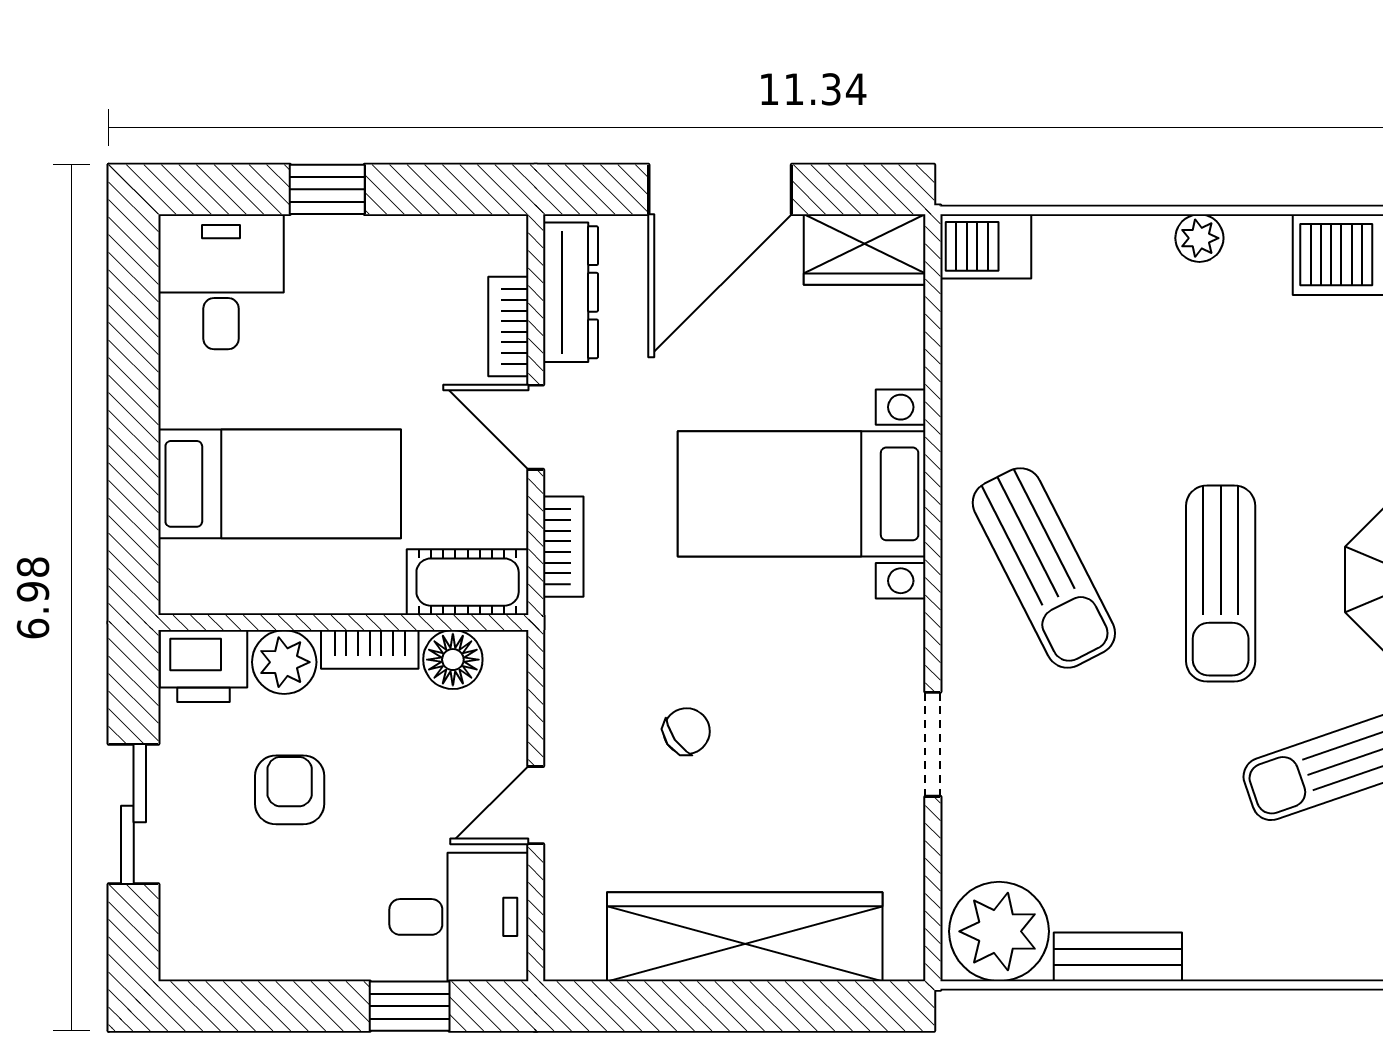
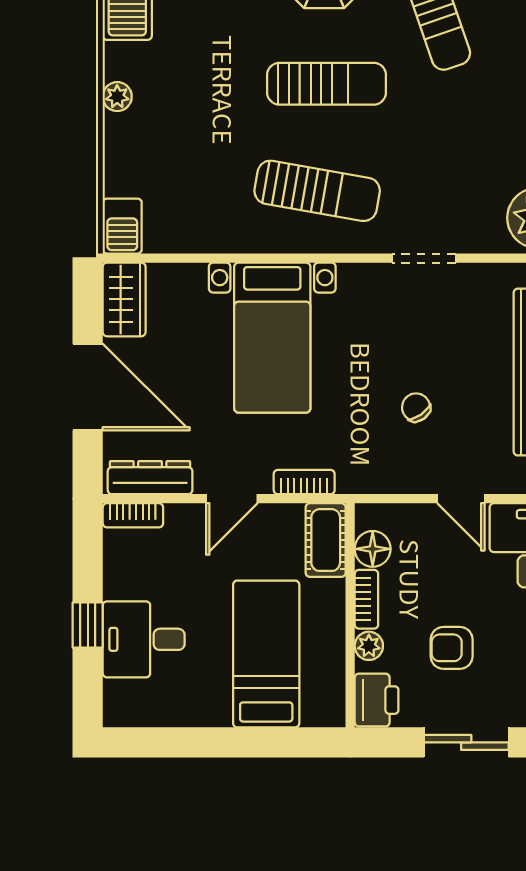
desk: (221, 282) -> (144, 639), moved
bookcase: (508, 327) -> (133, 515), moved
sun lounger: (1044, 568) -> (317, 191), turned 37
plant: (284, 662) -> (369, 646), width x0.73, depth x0.73

